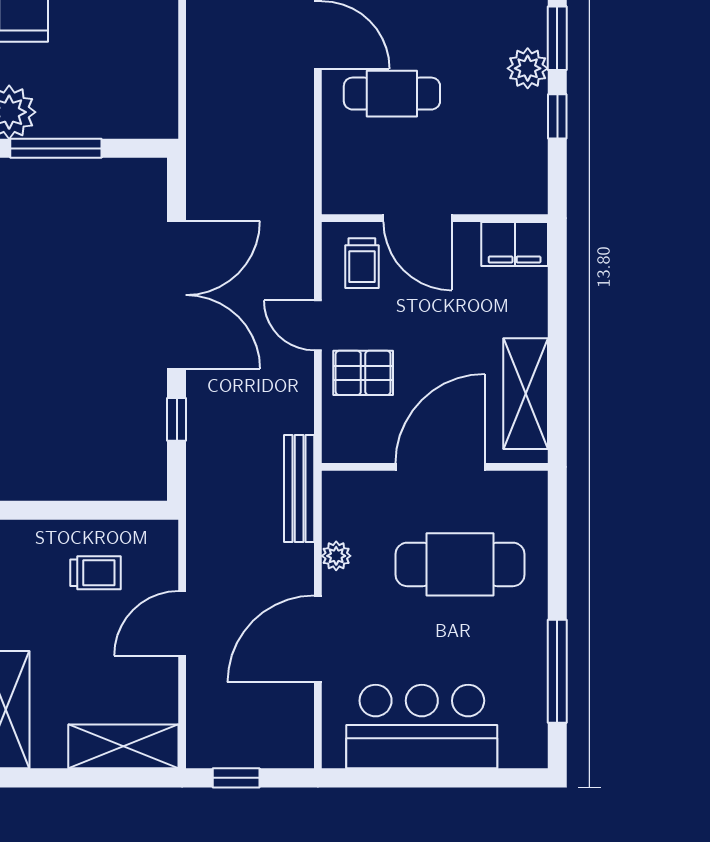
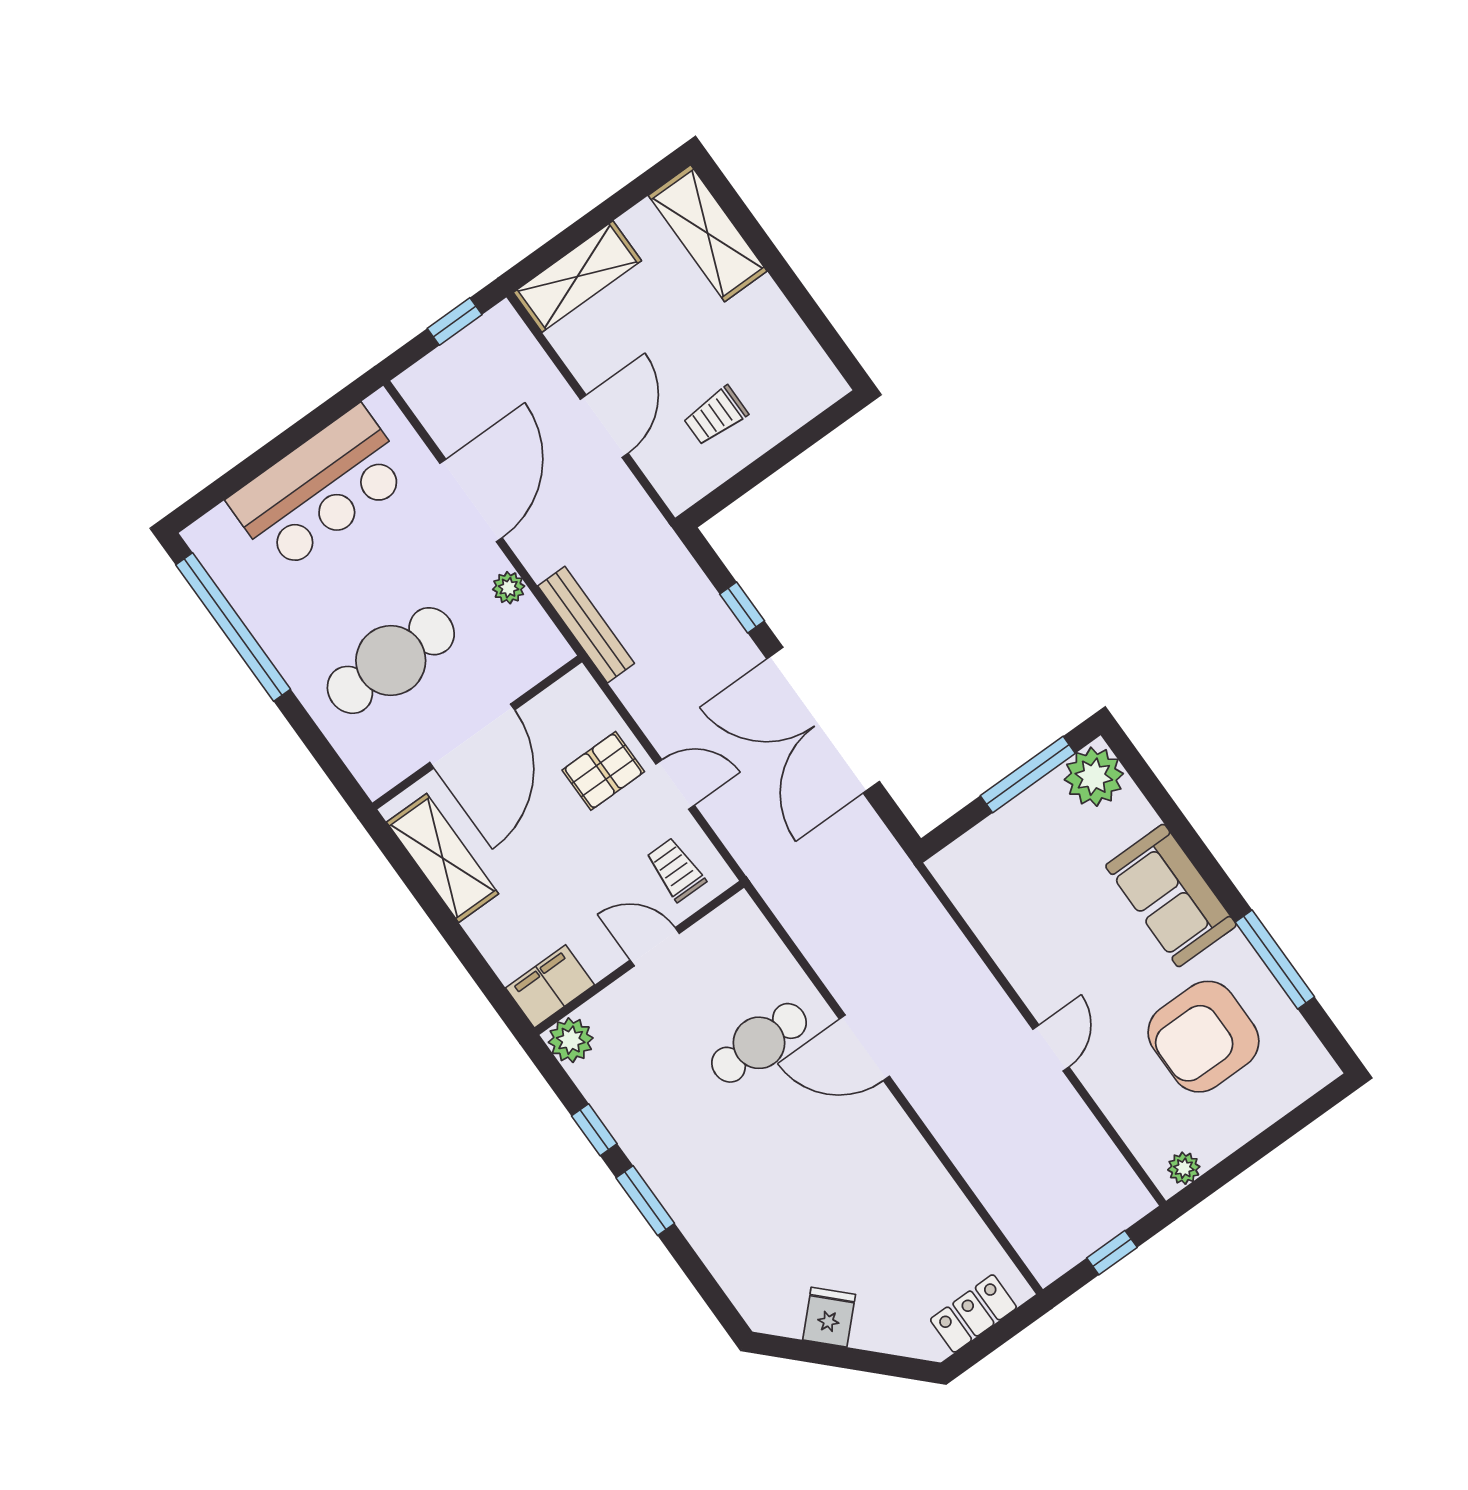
plant: (528, 68) -> (571, 1040), moved
door: (418, 218) -> (655, 947), width x0.73
window: (557, 671) -> (233, 627), width x1.46

